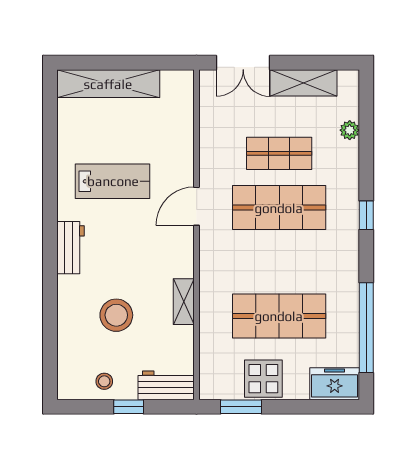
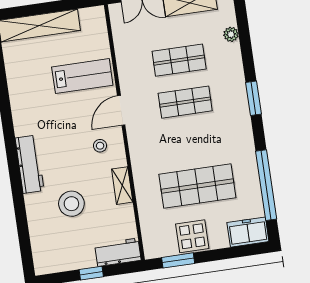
lab bench: (113, 181) -> (82, 76), moved
shop shelf: (279, 208) -> (185, 102), width x0.70, depth x0.74
window: (366, 215) -> (253, 98), width x1.50
workbench: (71, 248) -> (30, 164), width x1.37
stool: (104, 381) -> (100, 146), moved

